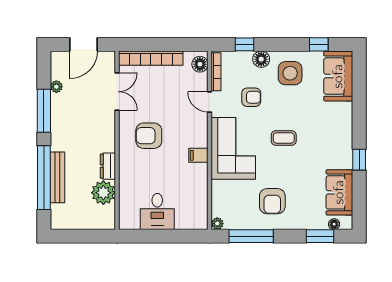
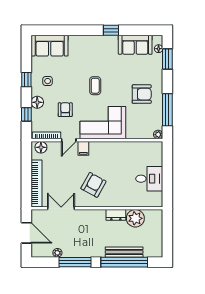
window: (319, 44) -> (26, 80), moved
side table: (290, 73) -> (48, 81), width x0.54, depth x0.54
armchair: (149, 136) -> (93, 185), turned -151
filing cabinet: (198, 155) -> (83, 148), moved

